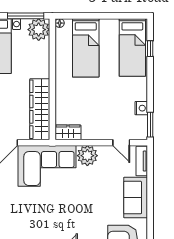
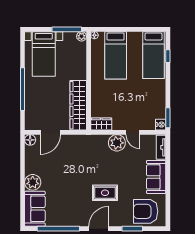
plant: (39, 30) -> (82, 36), width x0.53, depth x0.53
nightstand: (141, 108) -> (161, 125), moved
door: (121, 143) -> (133, 132), moved
corner sofa: (47, 166) -> (84, 151), removed
rug: (73, 217) -> (105, 193), added

